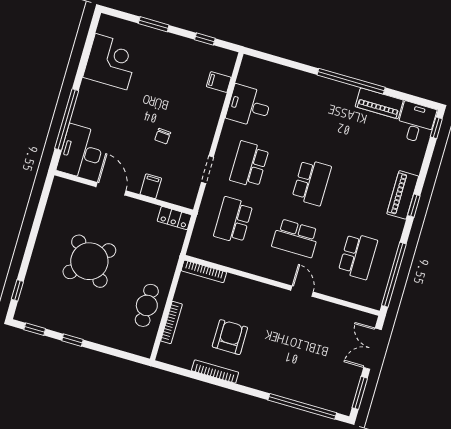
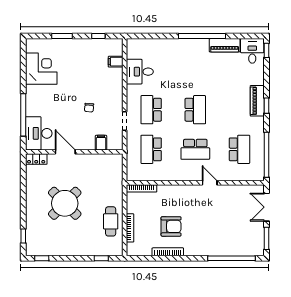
filing cabinet: (151, 186) -> (101, 143), moved
locker: (174, 218) -> (36, 159), moved
armchair: (230, 337) -> (171, 226), turned 90
window: (72, 340) -> (101, 258), moved

